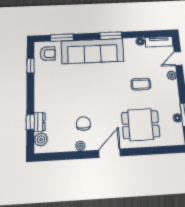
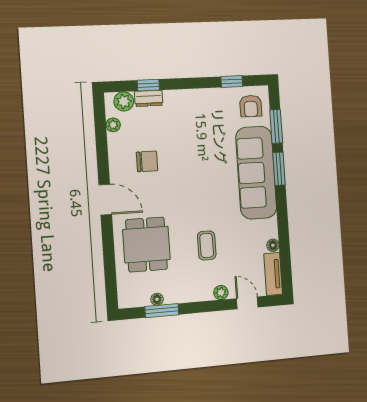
window: (111, 36) -> (279, 169), moved
plant: (80, 146) -> (113, 125), moved

